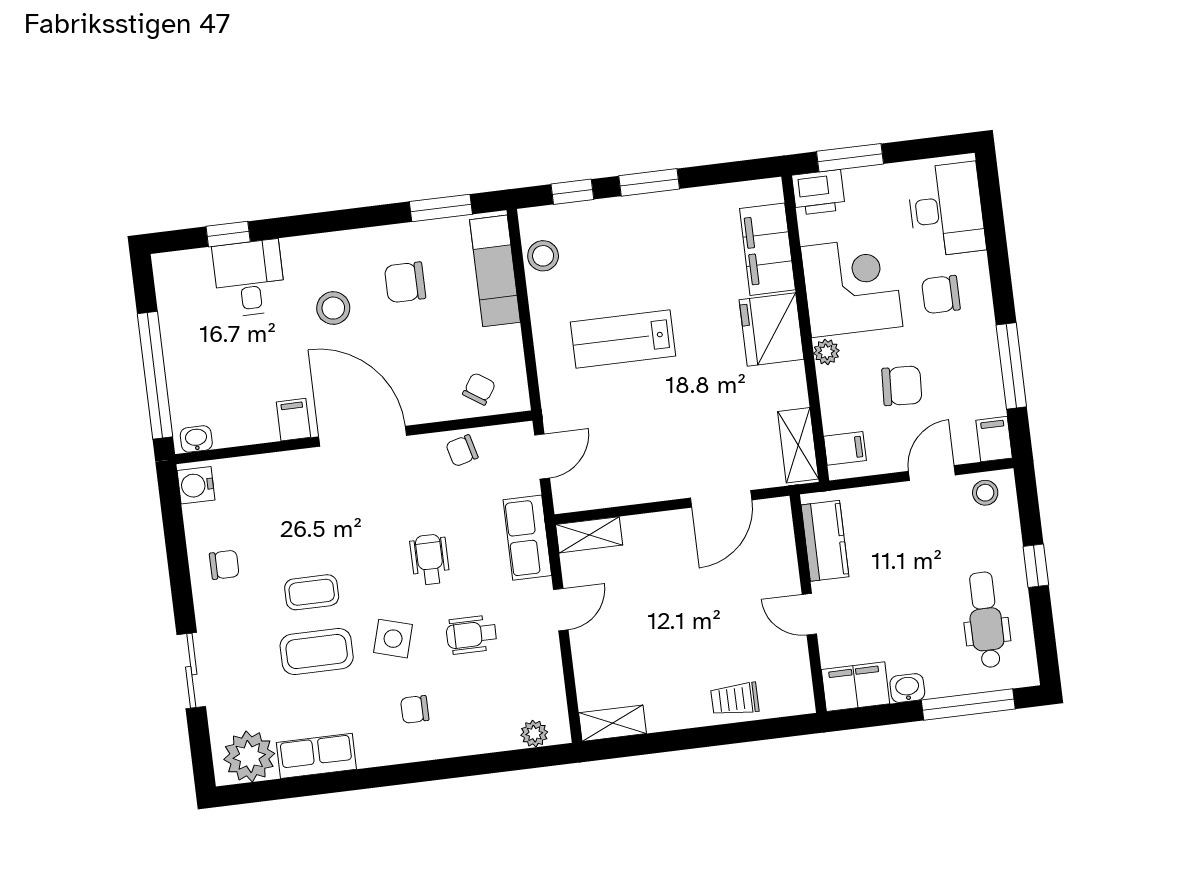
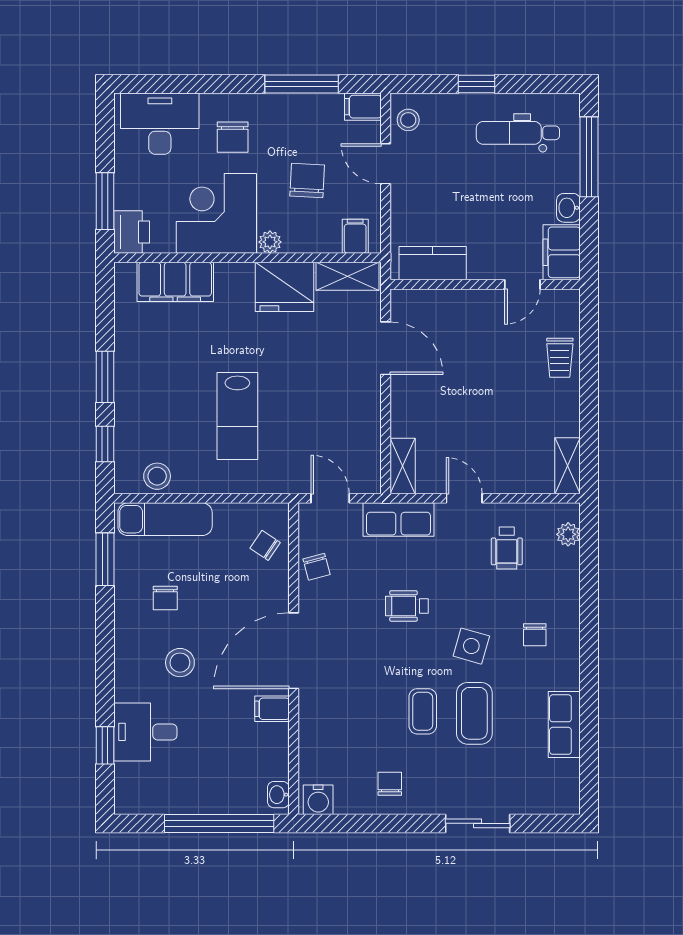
chair: (405, 282) -> (165, 598), width x0.73, depth x0.73
fridge: (772, 330) -> (285, 287), moved
door: (809, 614) -> (522, 284), moved
wheelchair: (471, 635) -> (507, 548), moved
plant: (249, 756) -> (558, 783), removed

